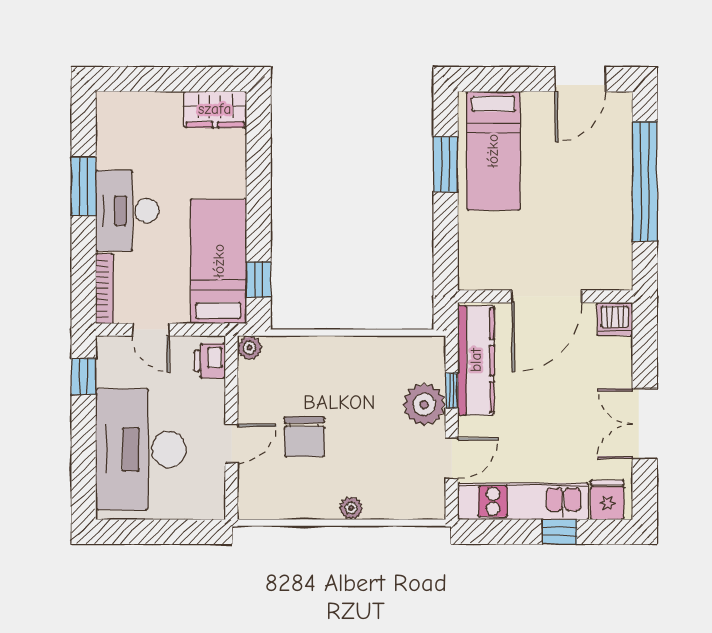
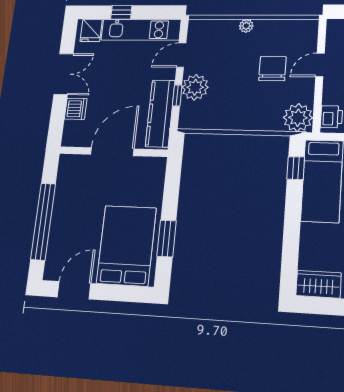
bed: (493, 151) -> (126, 246), width x1.50
dishwasher: (615, 319) -> (76, 109), moved, turned 90
plant: (250, 348) -> (298, 118), width x1.87, depth x1.87

